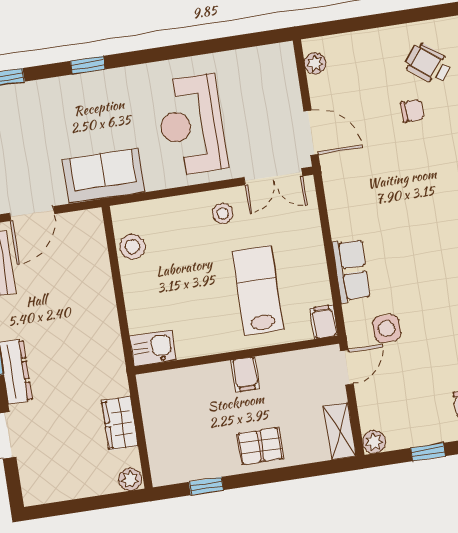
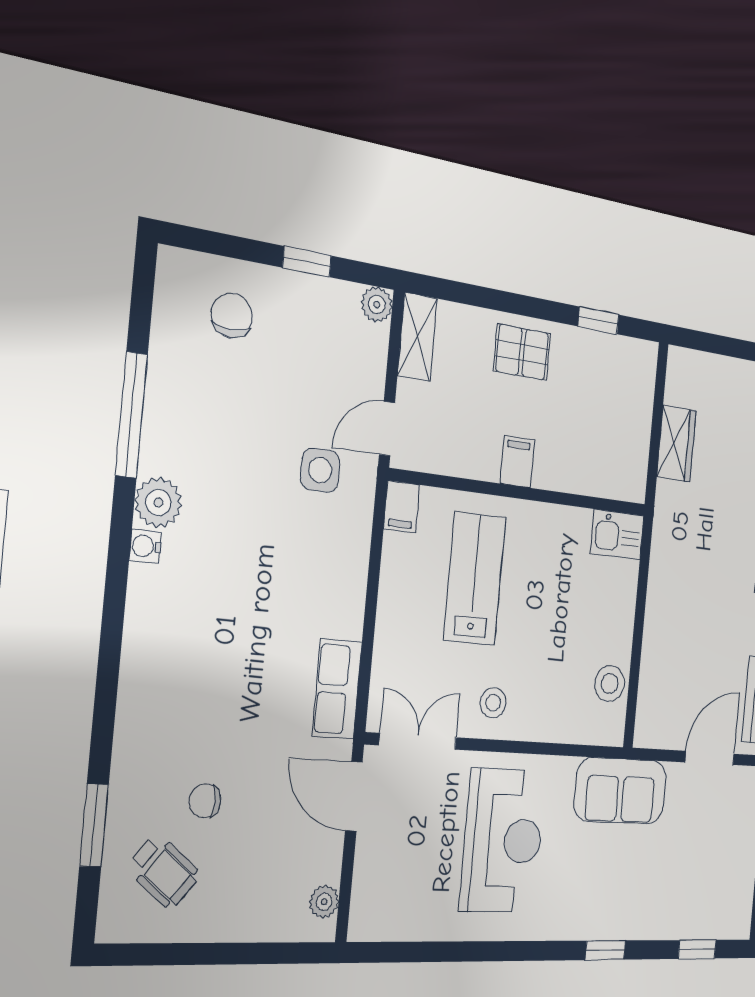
row of seats: (351, 270) -> (337, 689), moved
lab bench: (258, 290) -> (475, 579), turned 180
plant: (130, 479) -> (681, 363), removed

